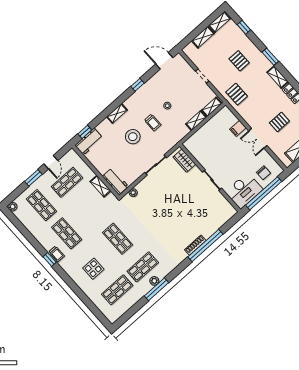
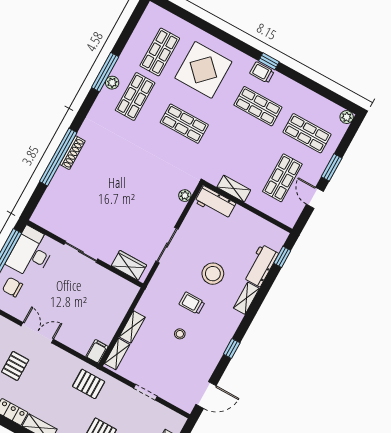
filing cabinet: (238, 128) -> (97, 352), moved
workbench: (89, 142) -> (261, 266), moved
display table: (93, 269) -> (203, 70), width x1.86, depth x1.86

